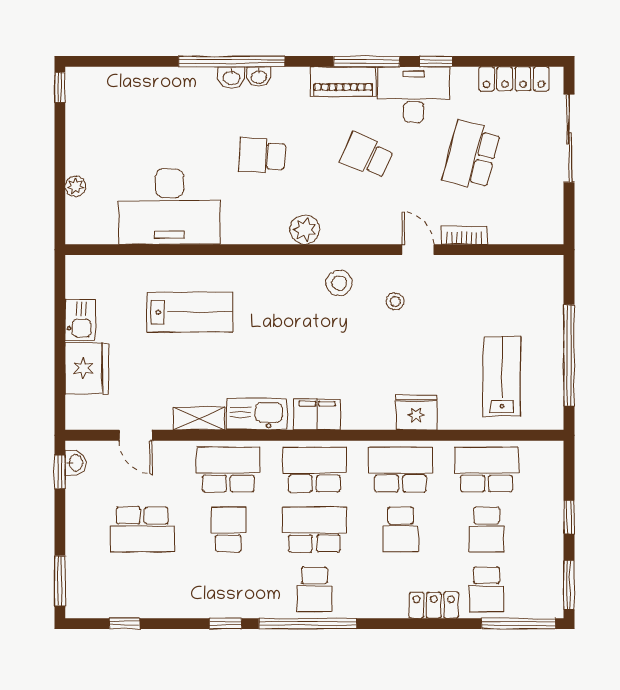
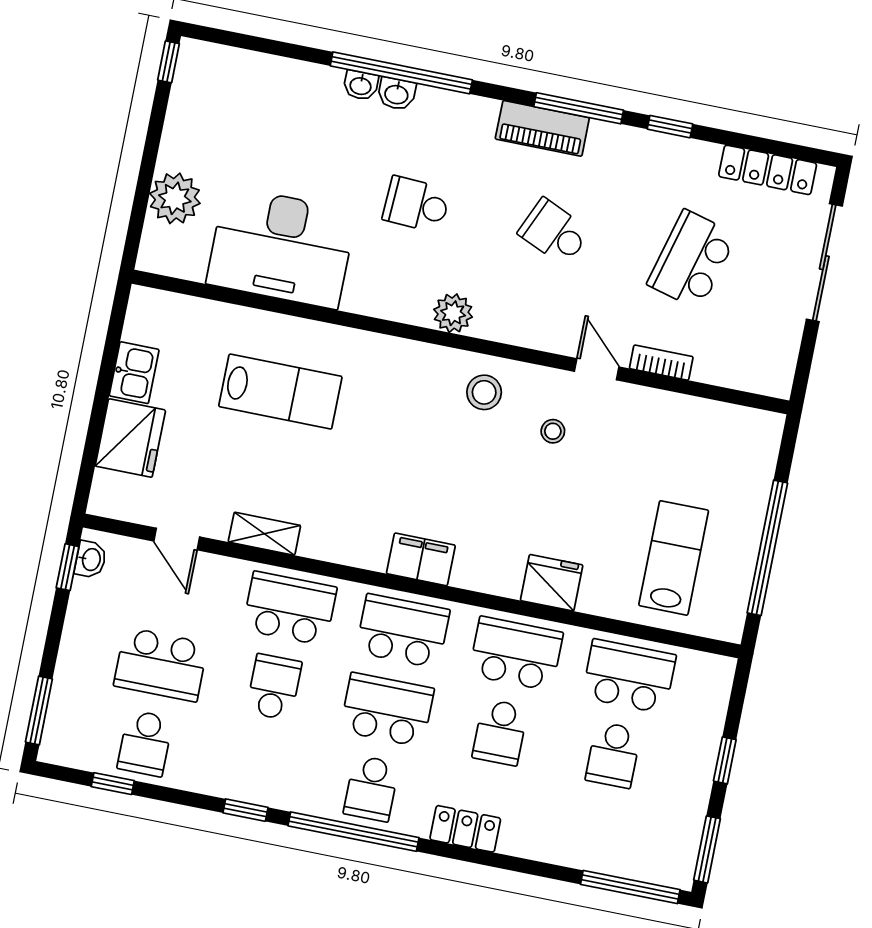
washbasin: (259, 76) -> (361, 85), moved
desk: (414, 95) -> (632, 164), removed
plant: (75, 186) -> (175, 198), width x1.87, depth x1.87
kitchen sink: (257, 414) -> (341, 543), removed
school desk: (487, 589) -> (145, 743), moved
locker: (434, 605) -> (465, 829), moved

